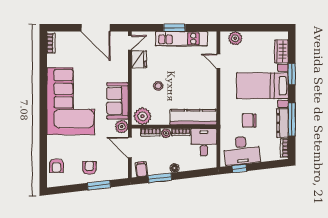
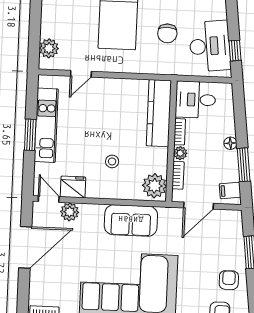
plant: (122, 127) -> (70, 212), moved
armchair: (89, 168) -> (229, 280), moved, turned 90

